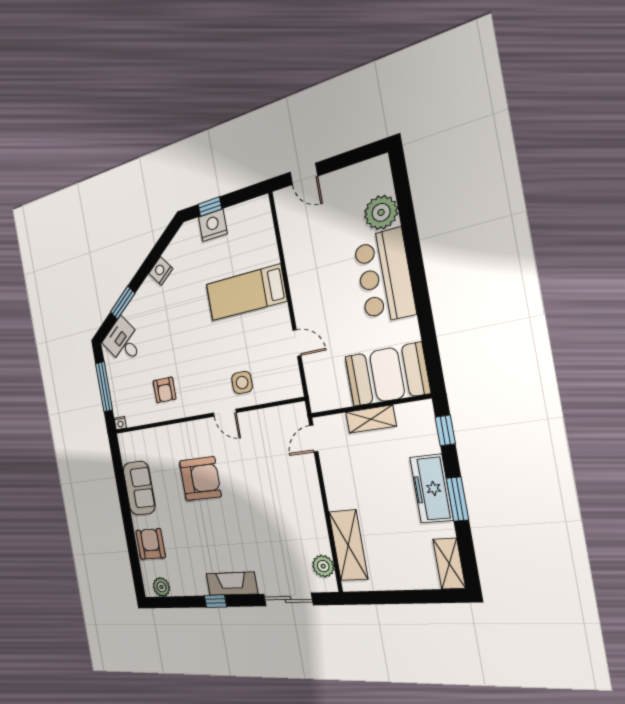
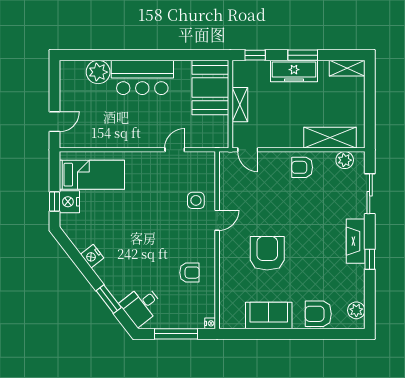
bed: (246, 293) -> (92, 175), moved, turned -90
armchair: (305, 512) -> (302, 167), added

